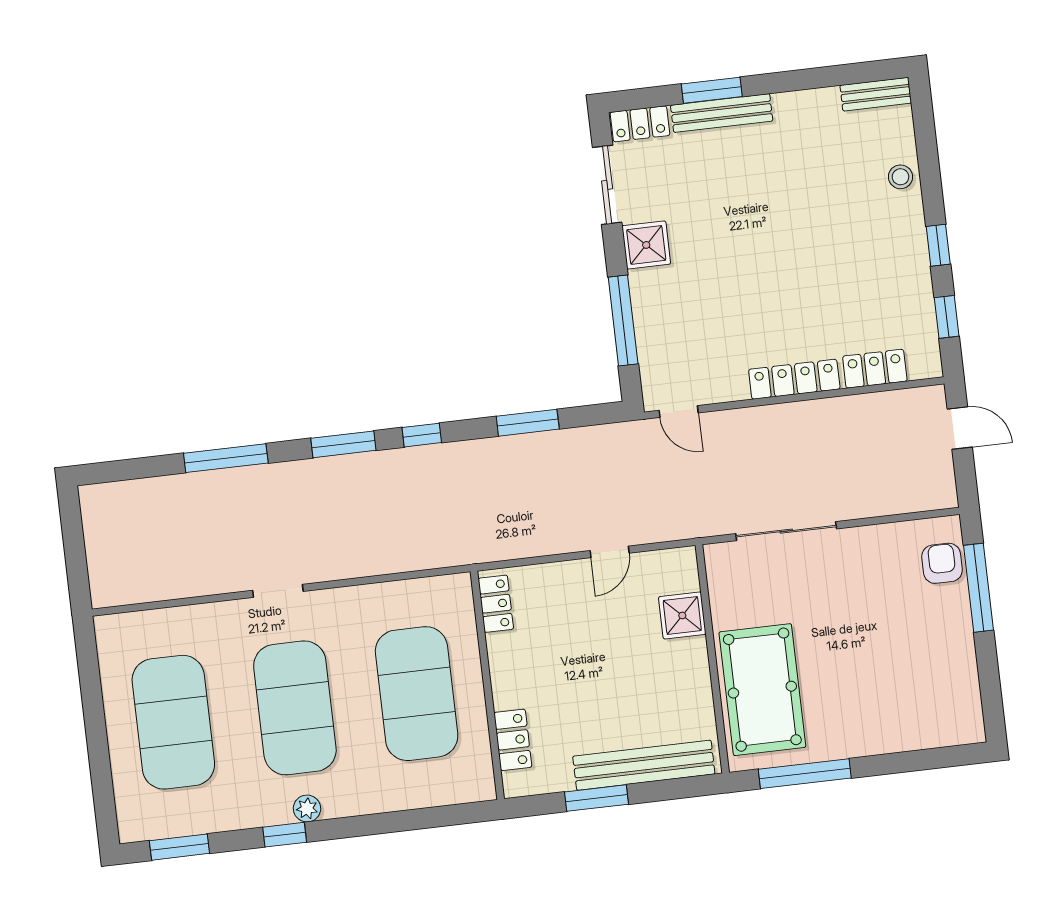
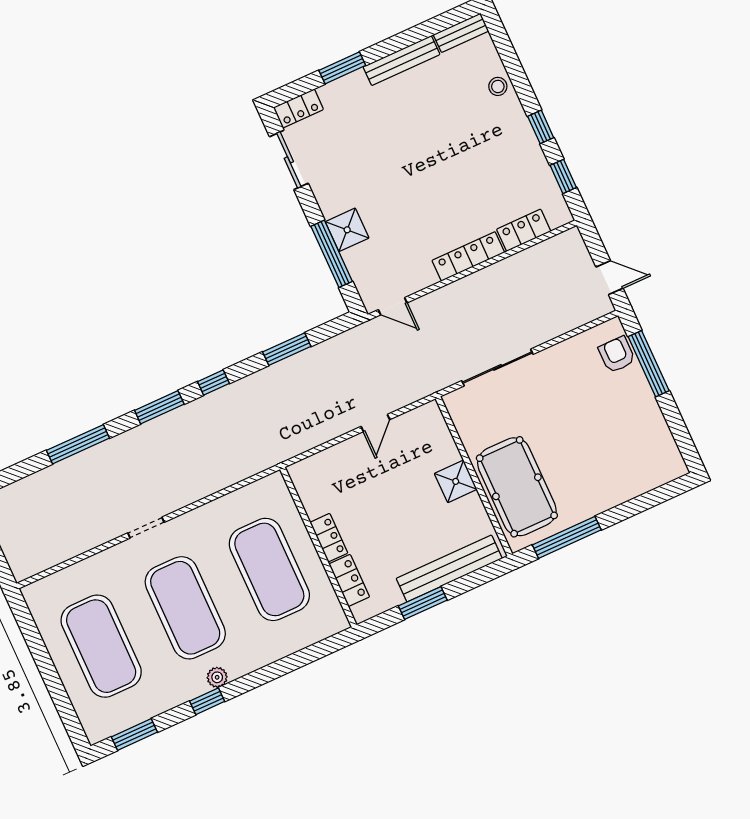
bench: (722, 113) -> (401, 61), moved
shower: (646, 245) -> (347, 230), moved
door: (960, 428) -> (609, 278), moved
locker: (496, 604) -> (329, 538), moved
shower: (682, 615) -> (456, 481), moved

